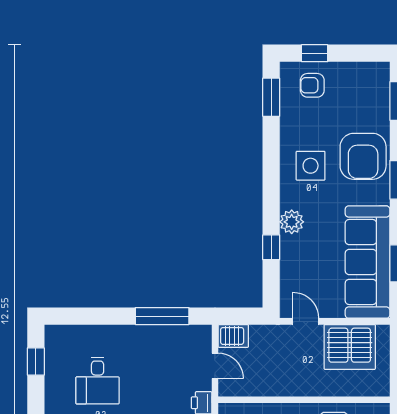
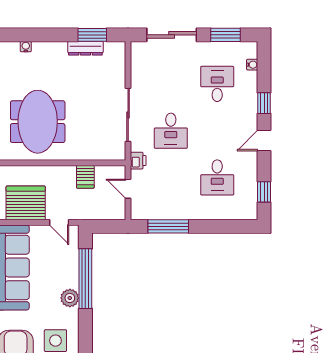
window: (271, 247) -> (85, 279), width x3.17
server rack: (233, 336) -> (85, 177), moved, turned -90
desk: (98, 381) -> (217, 177), turned 180

